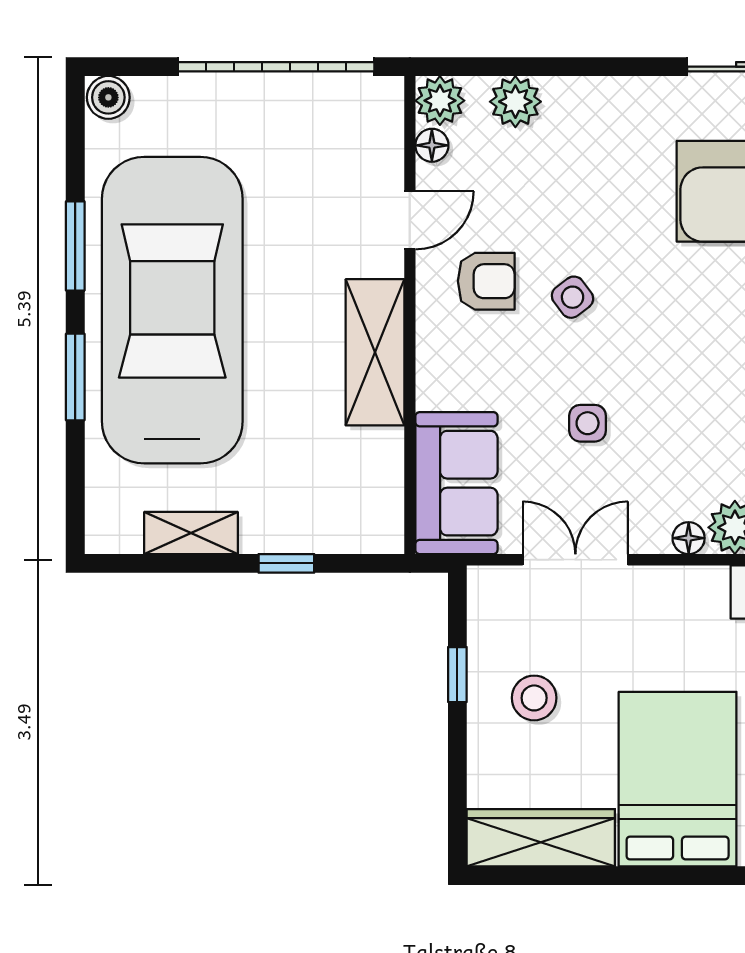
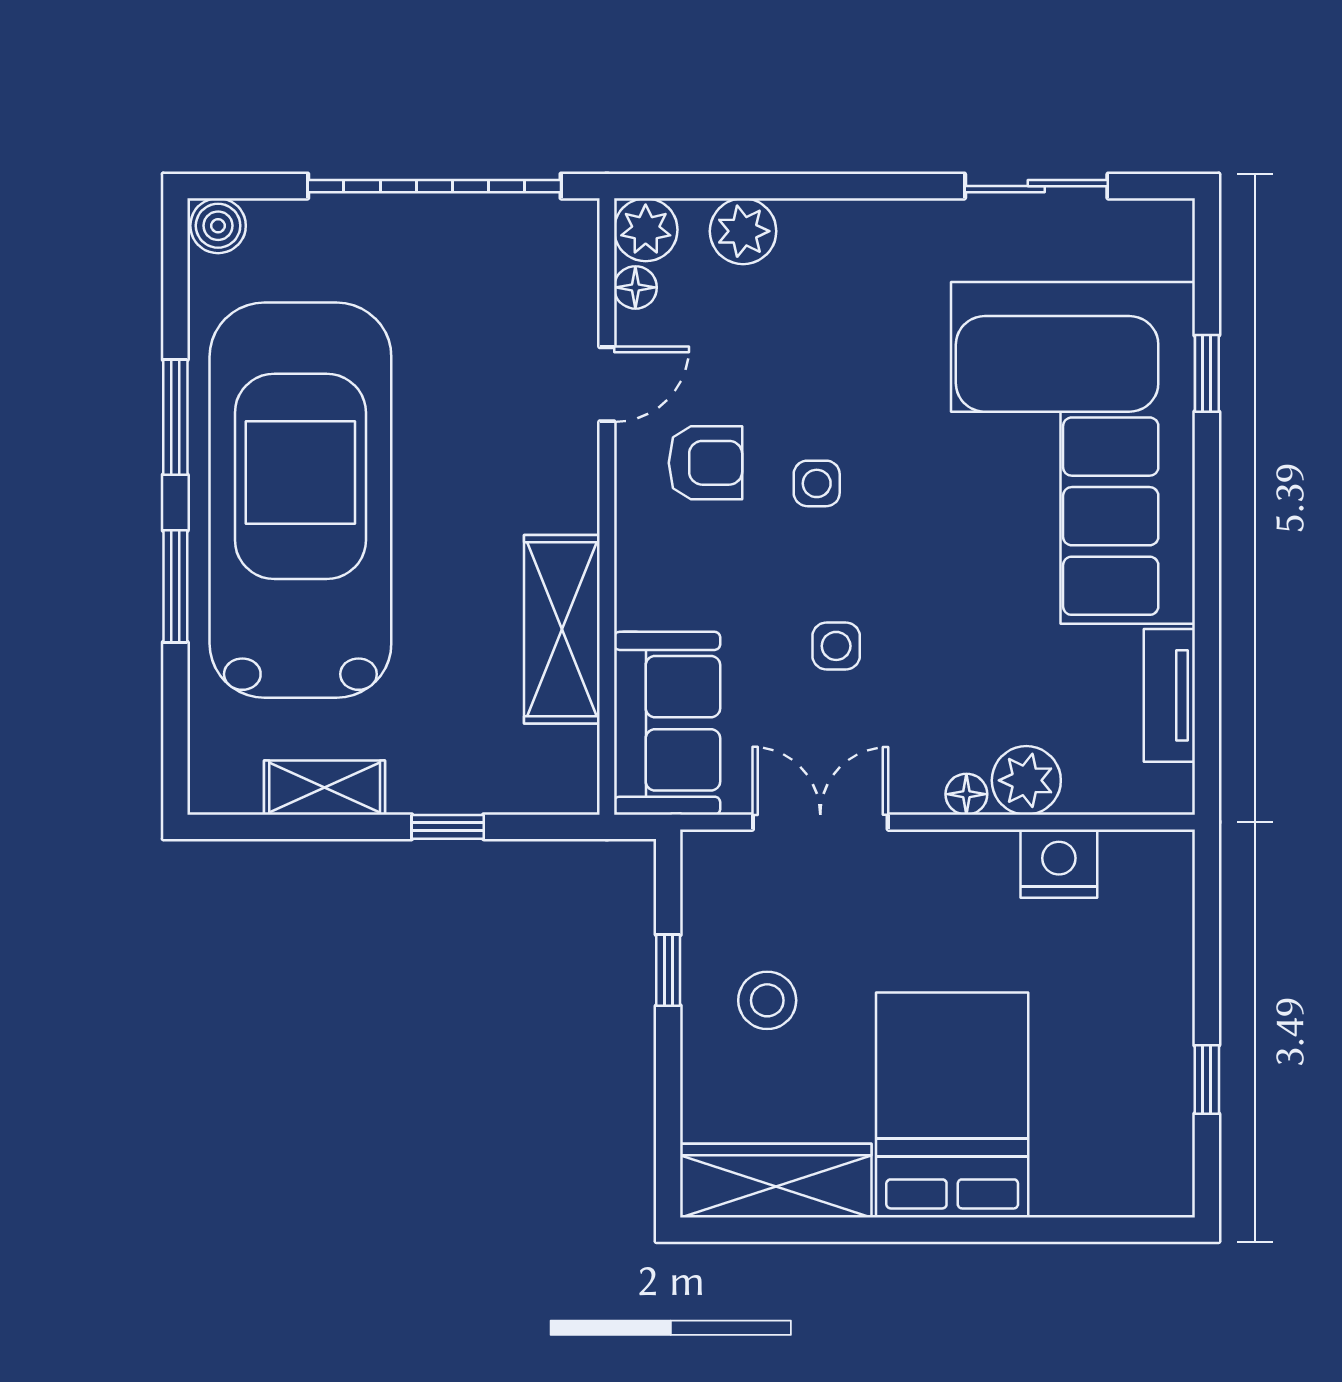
side table: (573, 297) -> (817, 483), turned 37
shelving: (375, 352) -> (562, 629), moved

